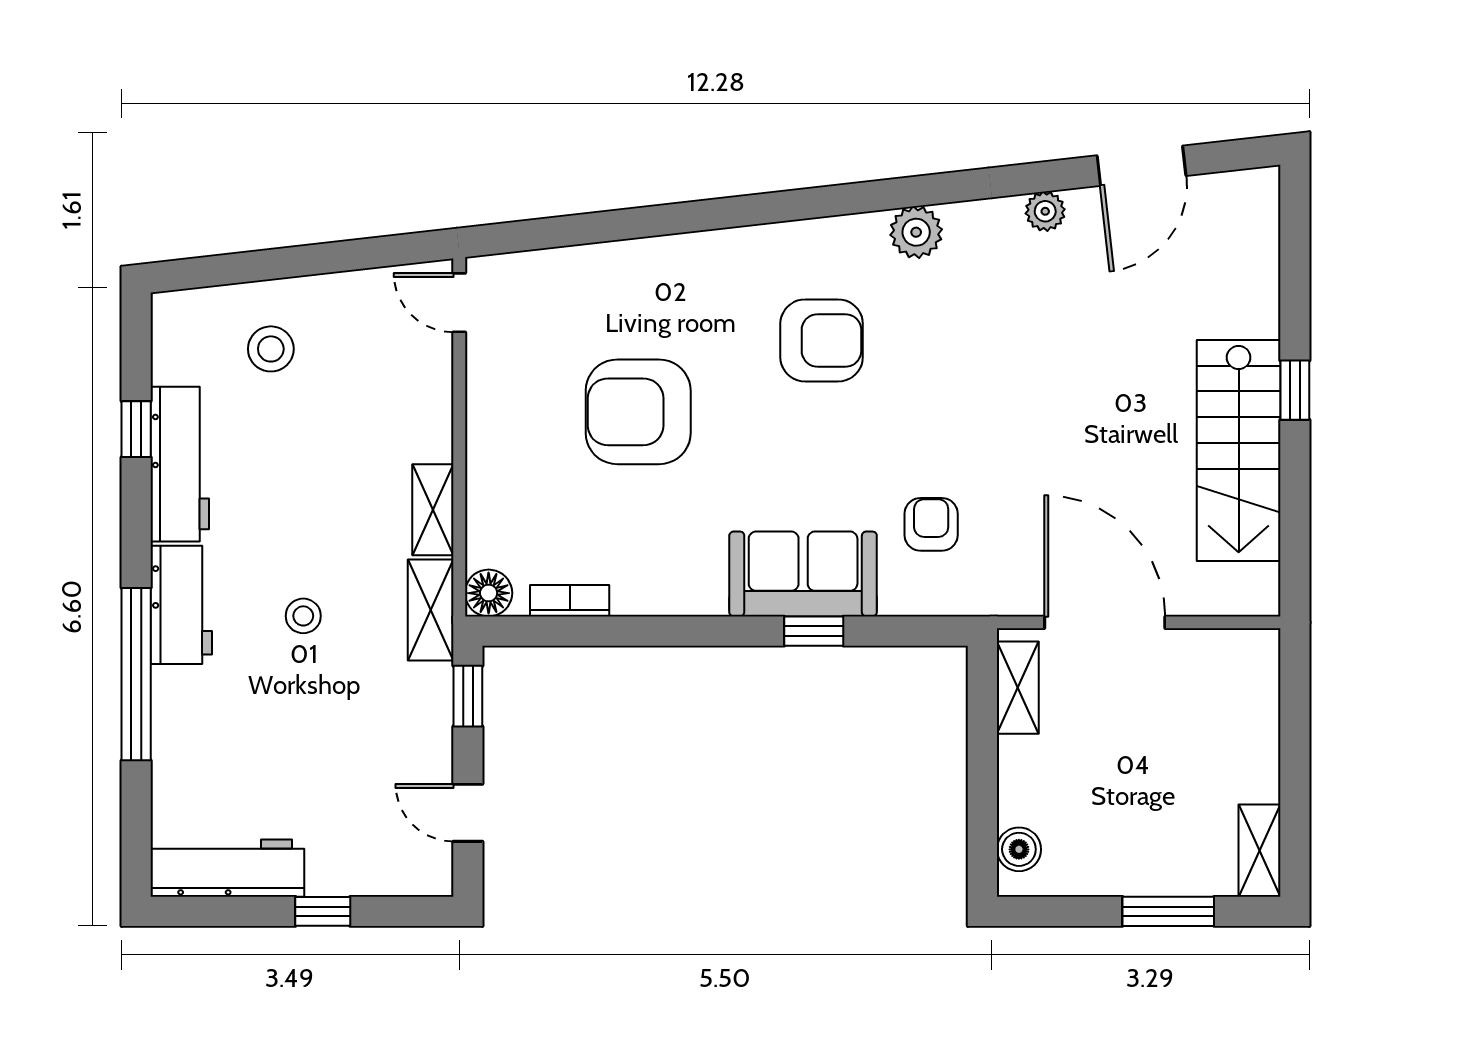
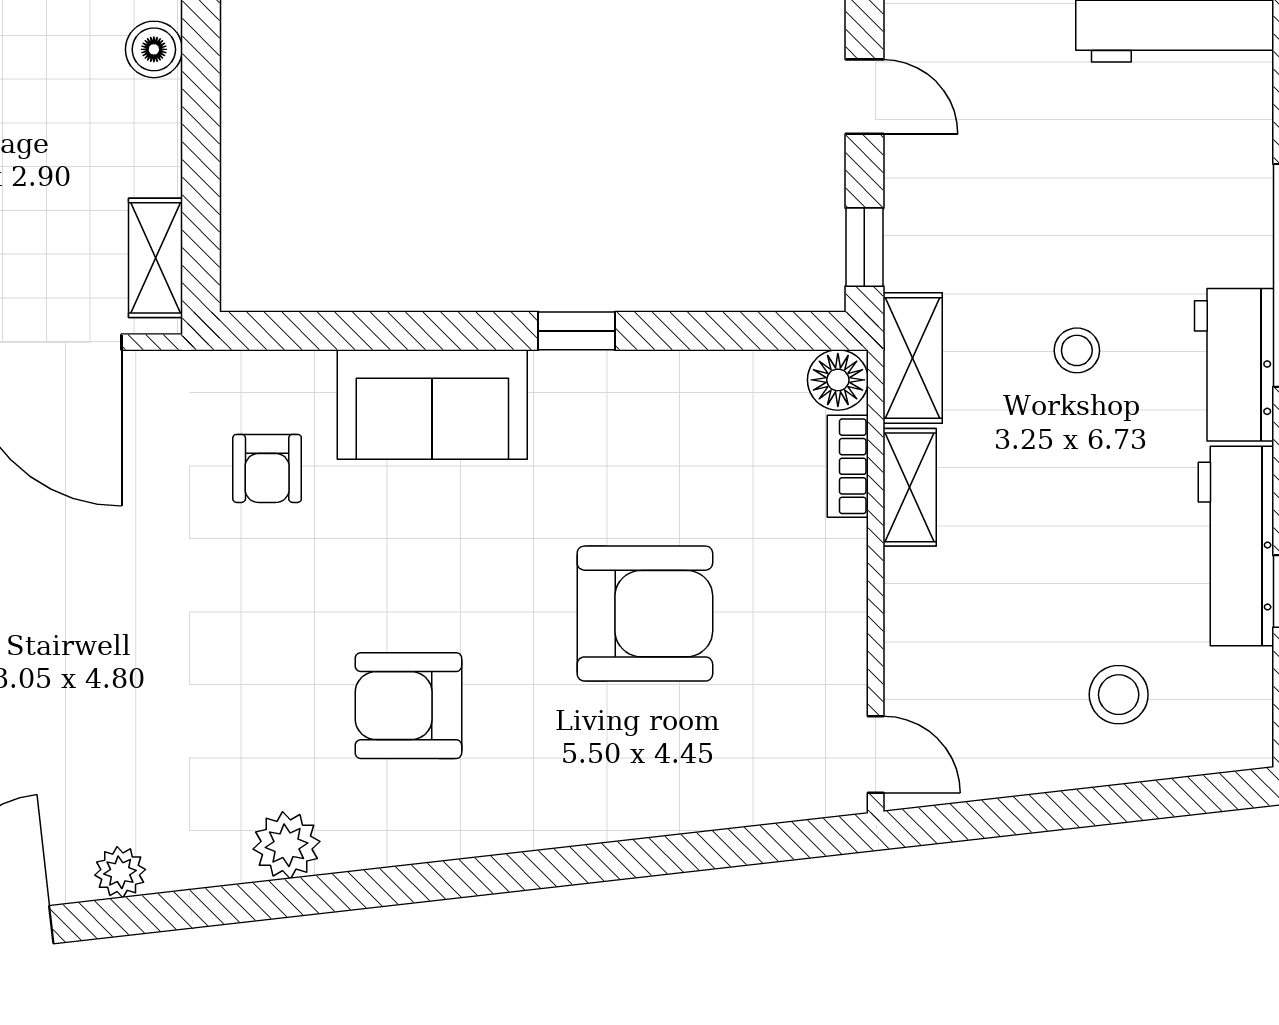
bookcase: (570, 601) -> (848, 466), moved, turned 90
window: (814, 631) -> (577, 331), moved

